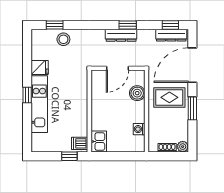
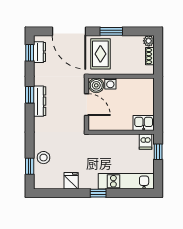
dresser: (171, 35) -> (40, 52), width x0.70
door: (117, 68) -> (87, 105), moved
wall: (118, 68) -> (87, 104), moved
kitchen unit: (39, 104) -> (126, 181), moved
washing machine: (139, 129) -> (110, 83), moved

